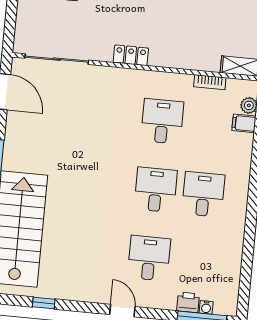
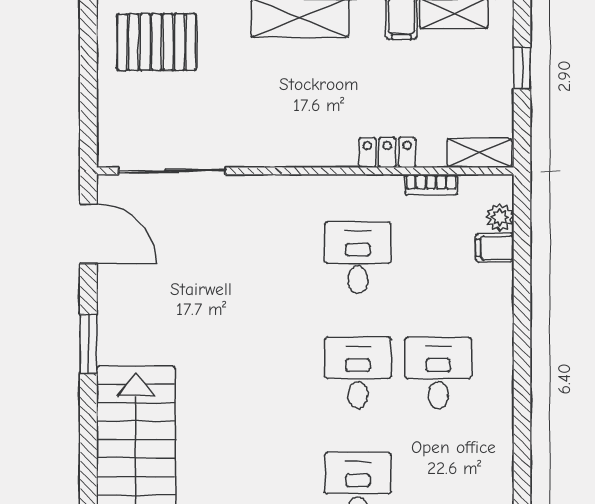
locker: (131, 55) -> (387, 152), moved

